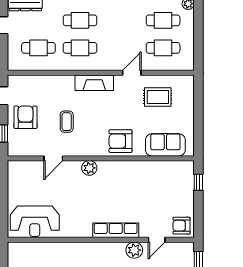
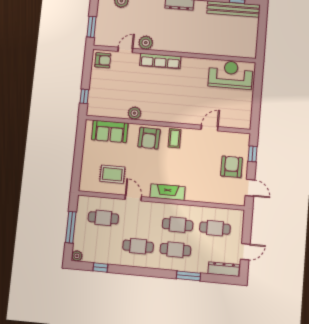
cafe table: (163, 20) -> (138, 246), moved
window: (198, 34) -> (71, 227), added
door: (132, 73) -> (133, 198), swing flipped
armchair: (26, 117) -> (232, 167), turned 180
coffee table: (67, 122) -> (175, 138), moved
armchair: (120, 141) -> (149, 138), turned 92
plant: (89, 168) -> (134, 113), moved

